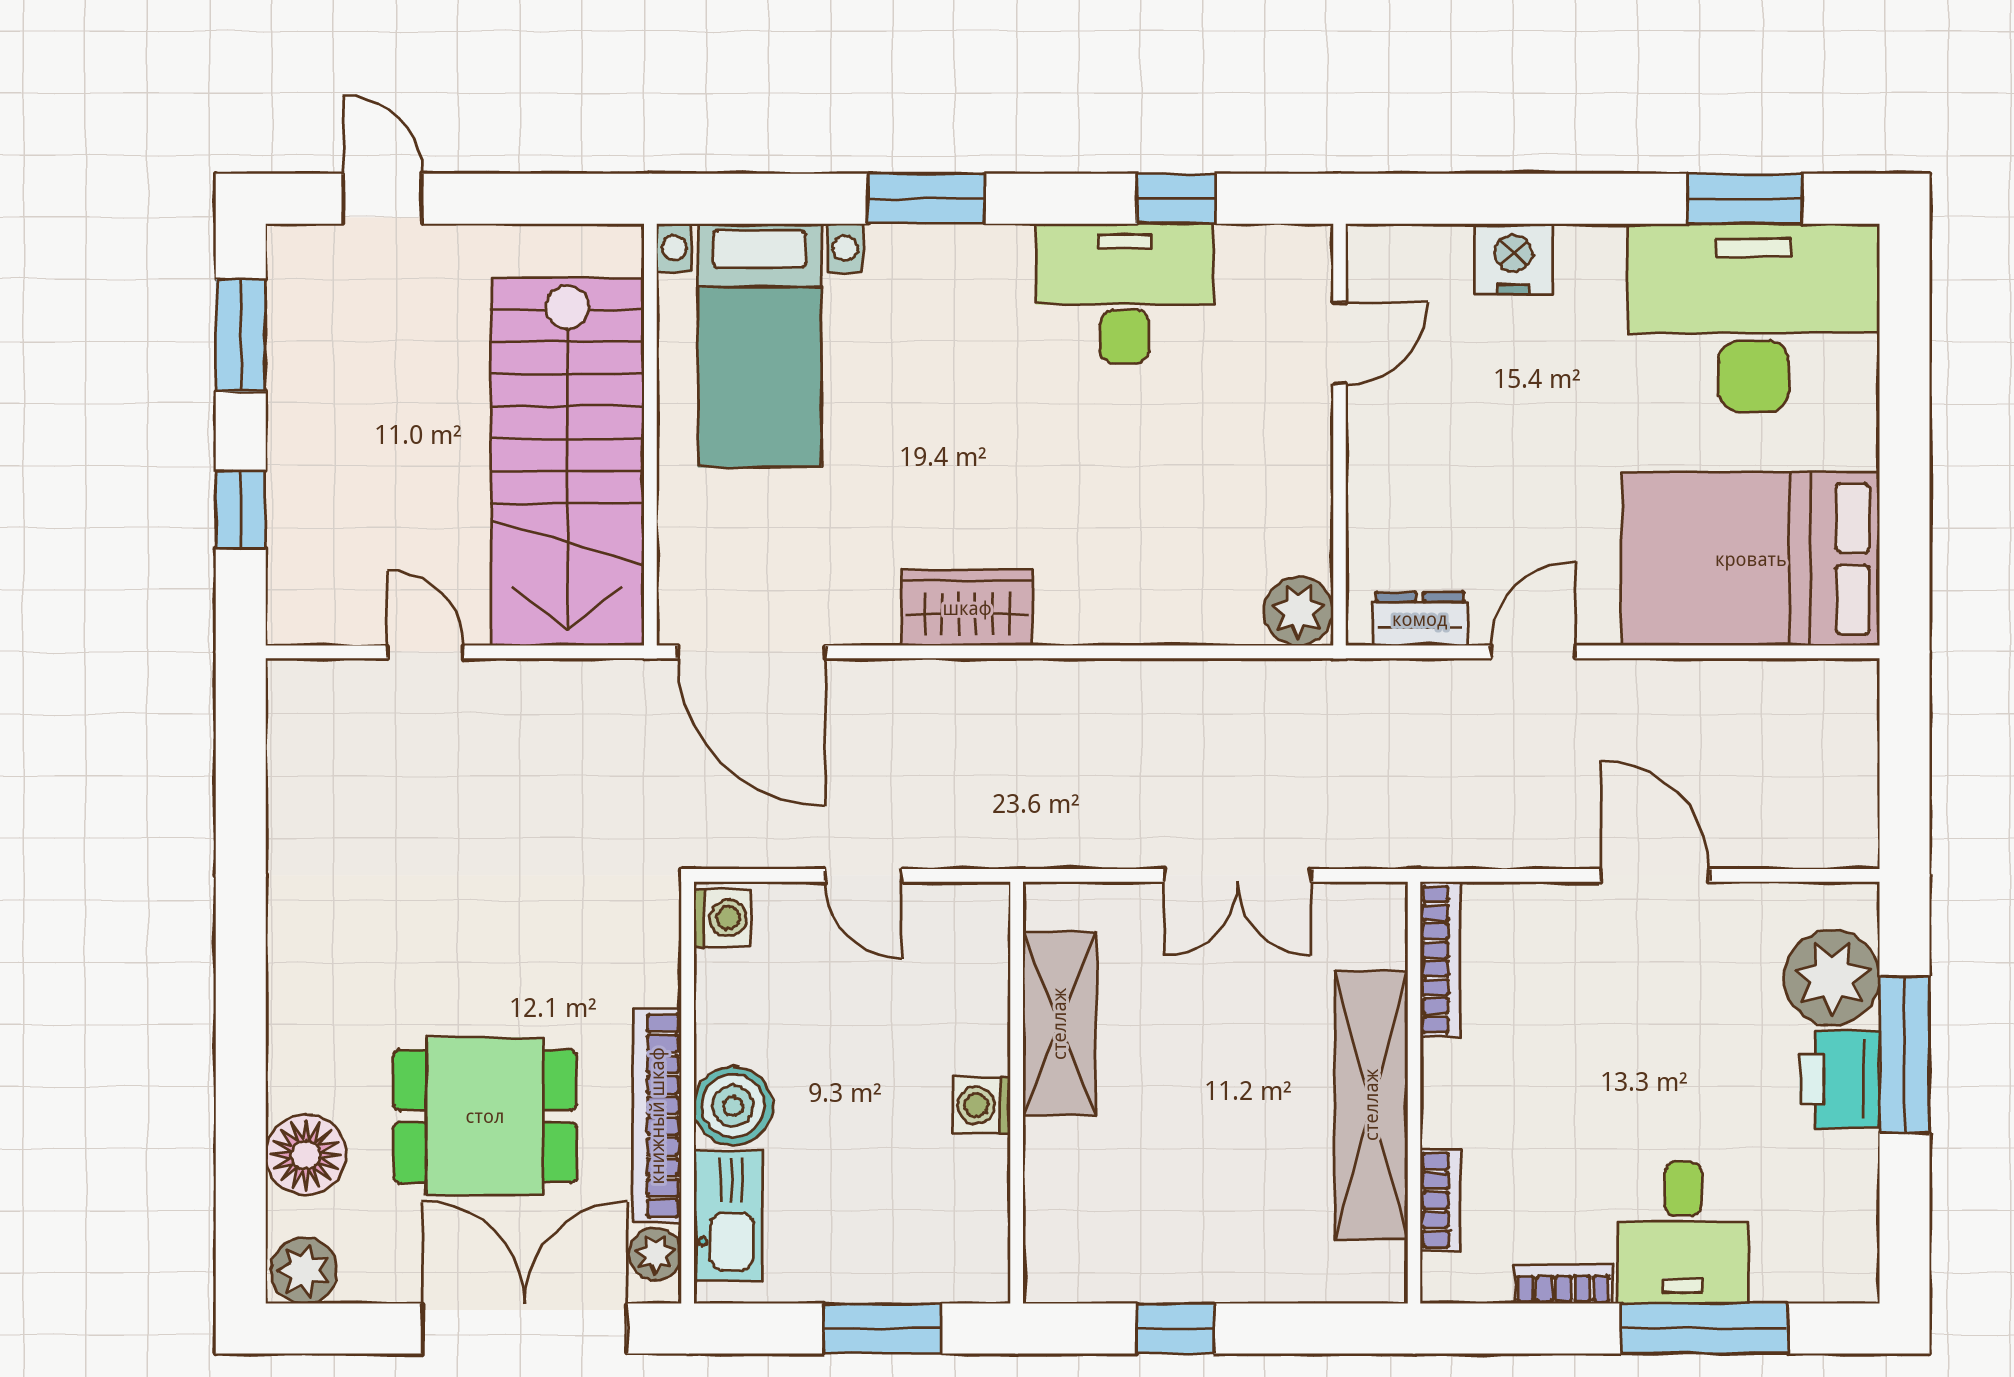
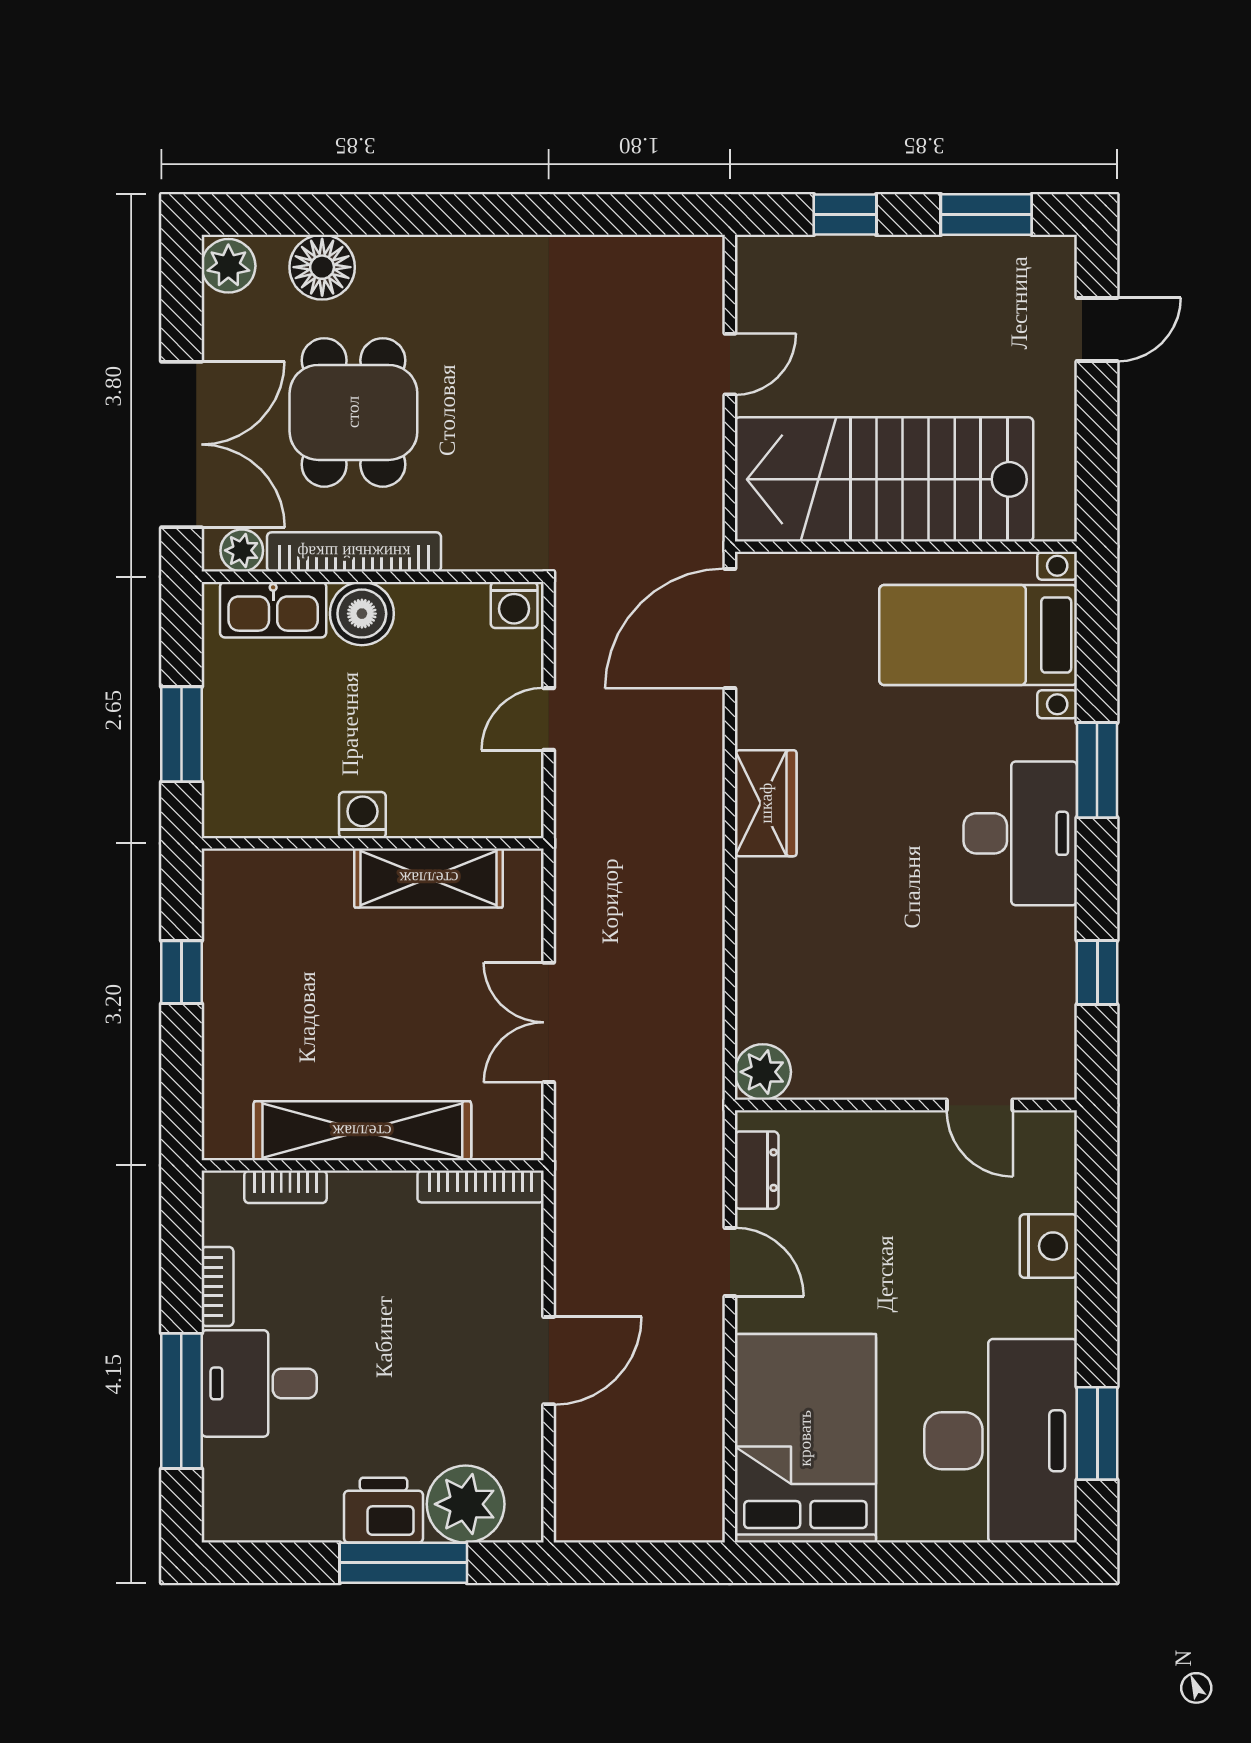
desk: (1125, 293) -> (1020, 833), moved

